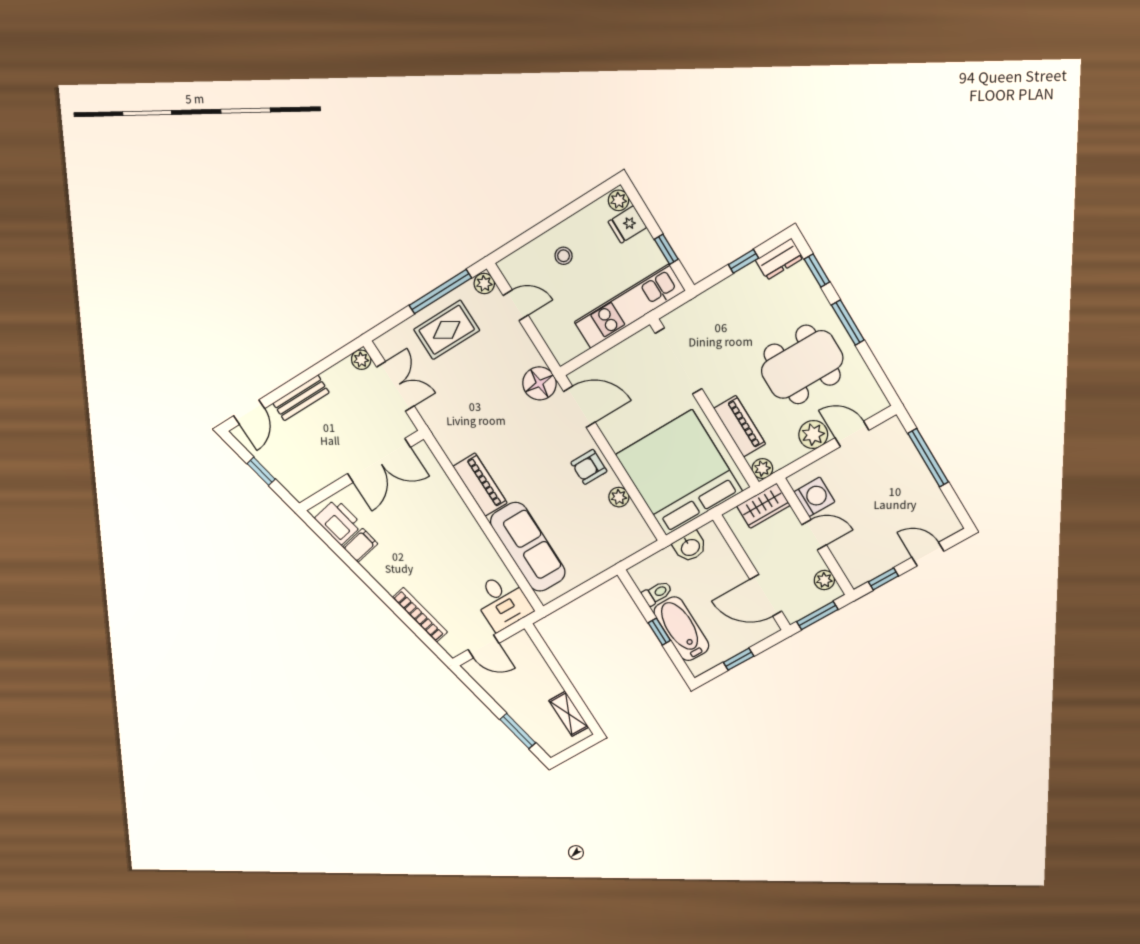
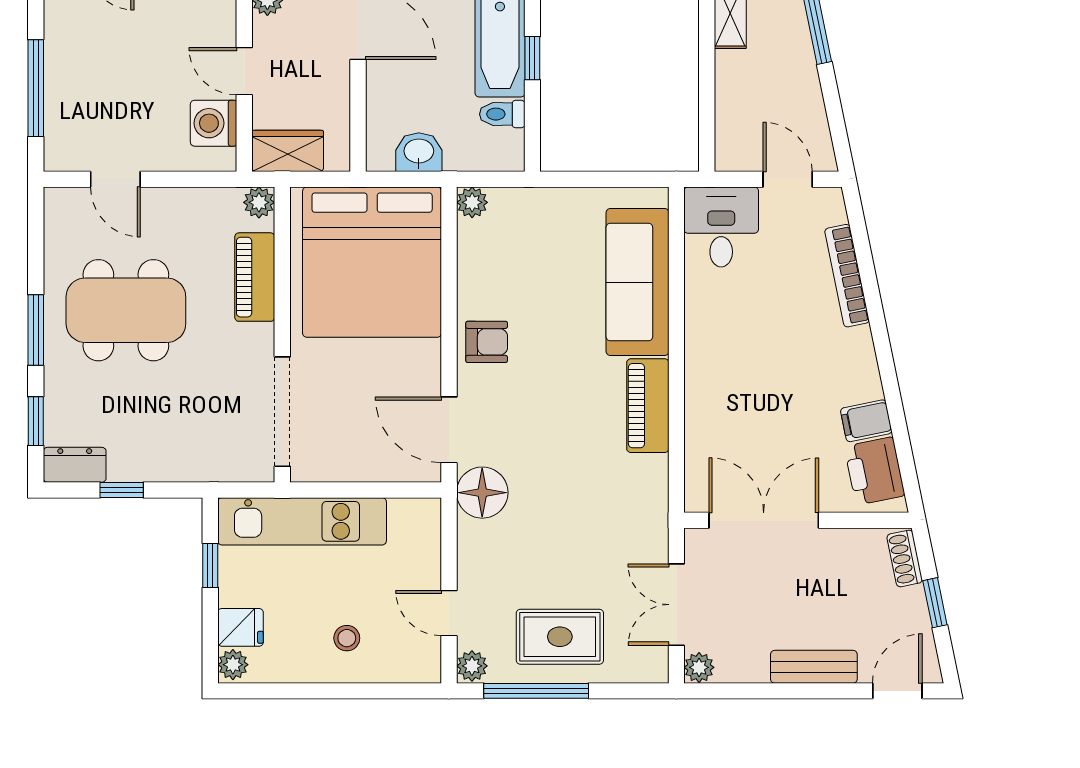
plant: (813, 435) -> (166, 209), removed
shoe rack: (292, 485) -> (905, 558), added
plant: (619, 497) -> (472, 202), moved

